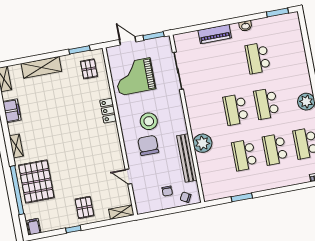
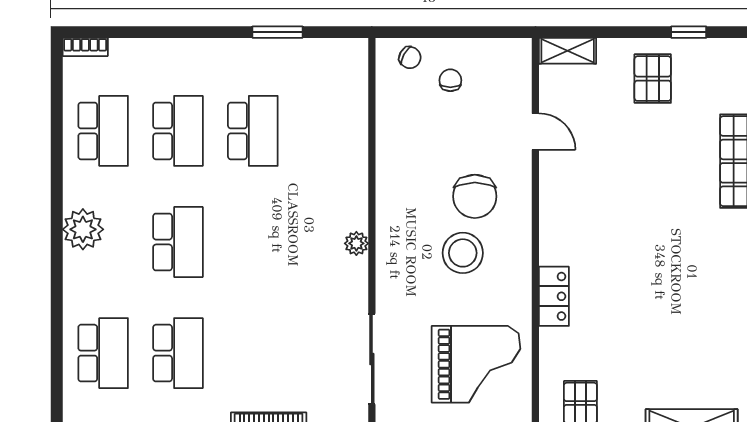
school desk: (236, 109) -> (103, 353), moved
plant: (202, 143) -> (356, 243), moved, width x0.53, depth x0.53
bench: (187, 158) -> (389, 149), removed

